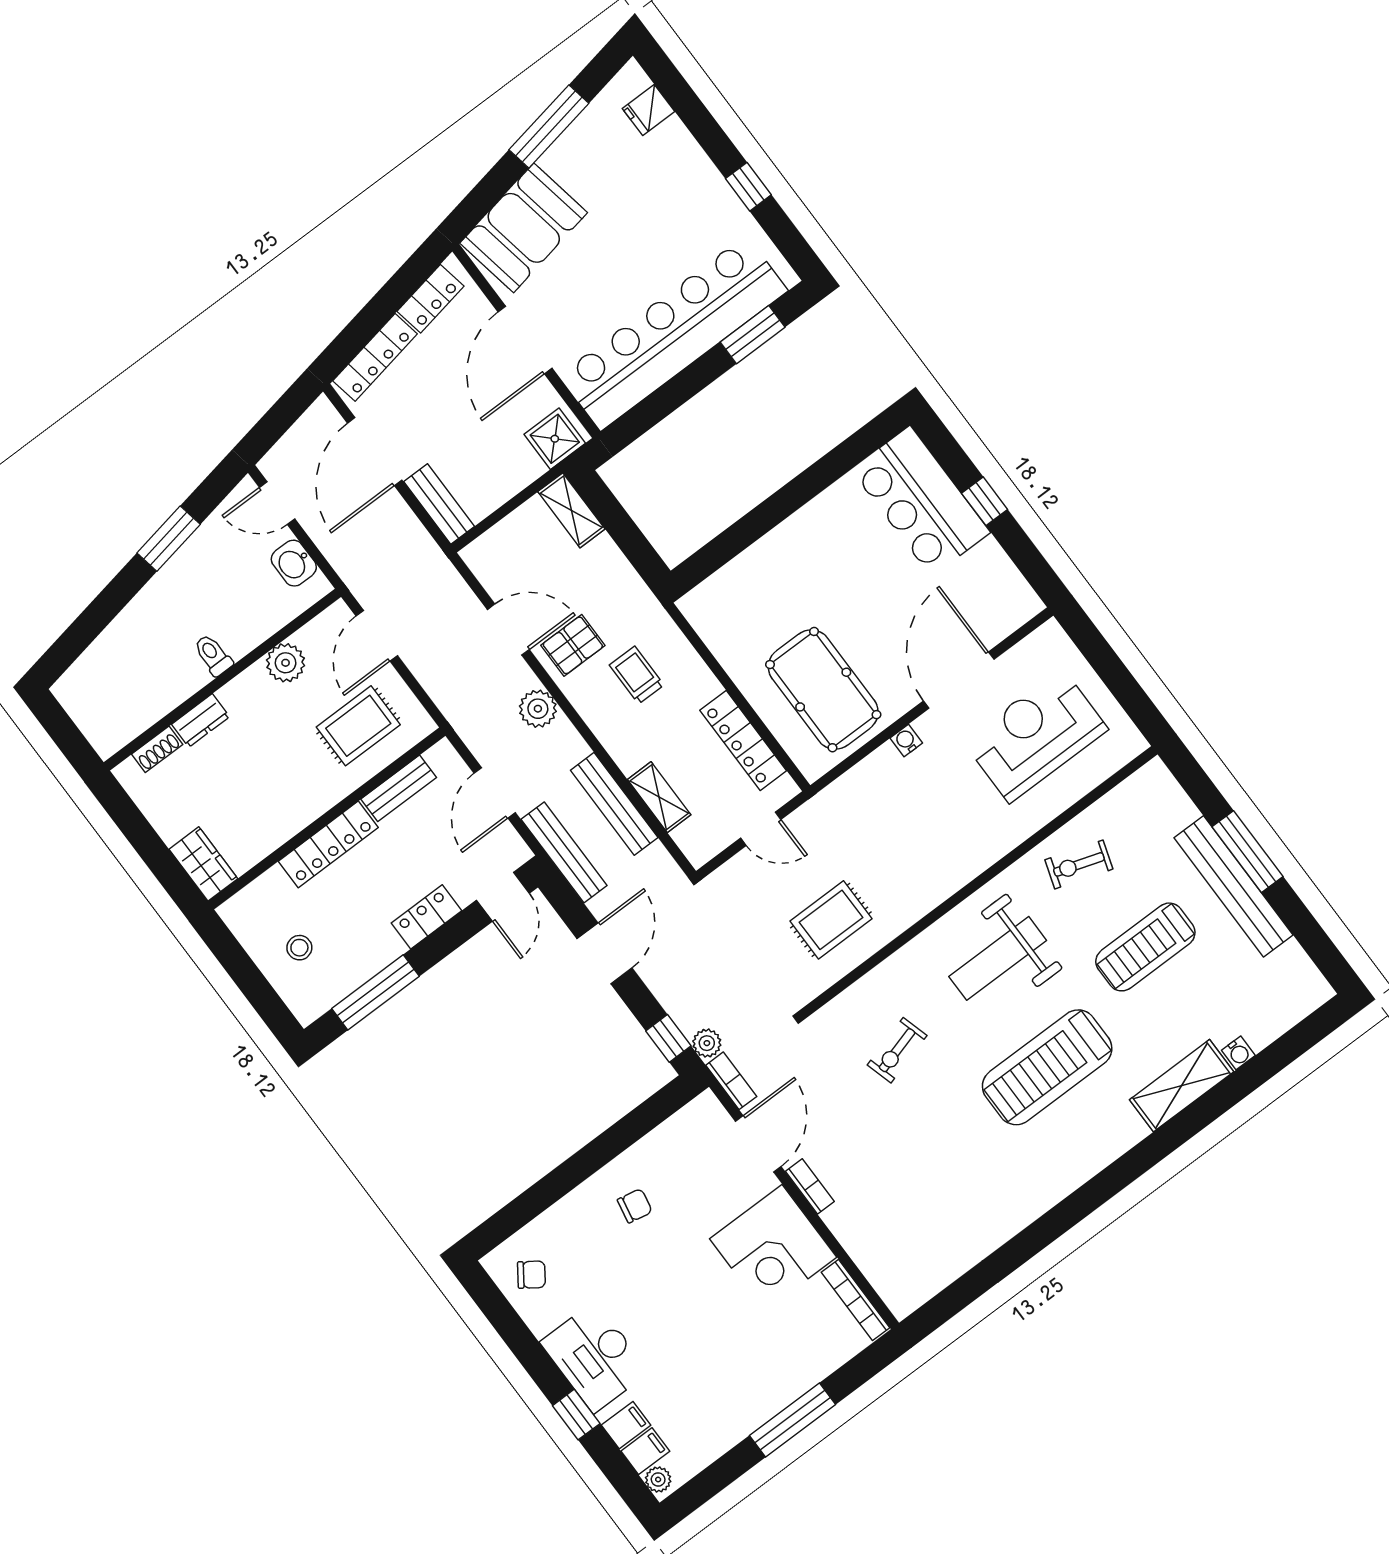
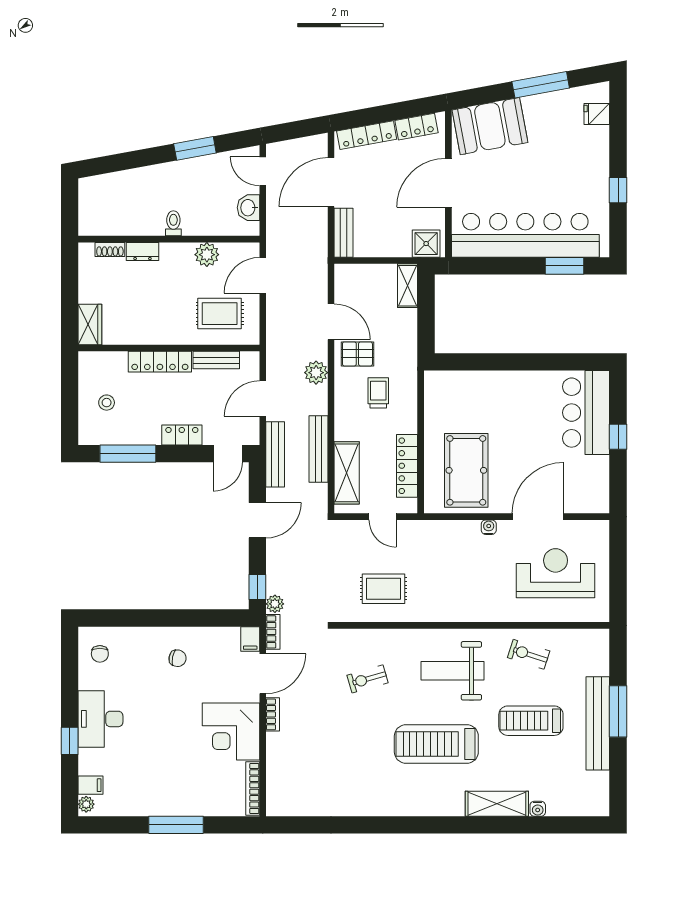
shelving: (659, 797) -> (347, 473), width x1.50, depth x1.33
chair: (531, 1275) -> (100, 654), turned 55
filing cabinet: (626, 1425) -> (250, 639), moved, turned 90

